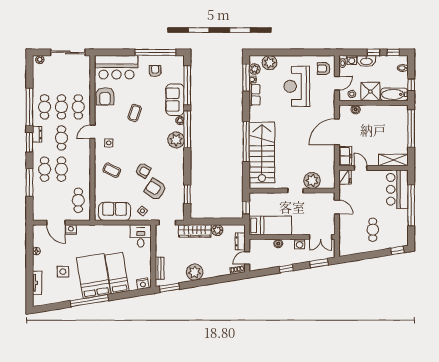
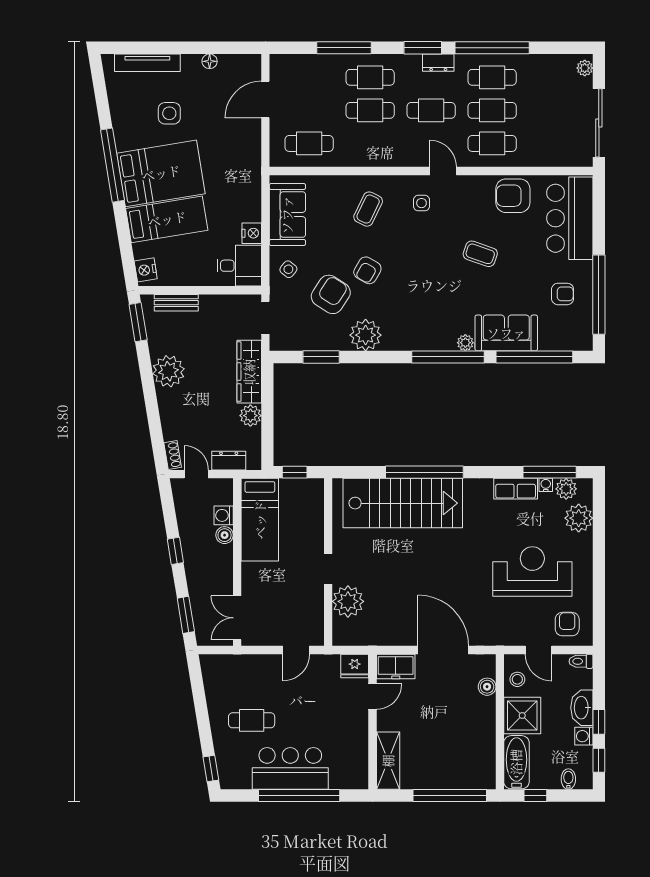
washing machine: (352, 60) -> (584, 736), moved
plant: (176, 140) -> (366, 335), moved
bar counter: (397, 189) -> (290, 768), moved
nightstand: (71, 230) -> (252, 233), moved
washing machine: (300, 244) -> (224, 515), moved
tv unit: (37, 283) -> (147, 63), width x1.41

